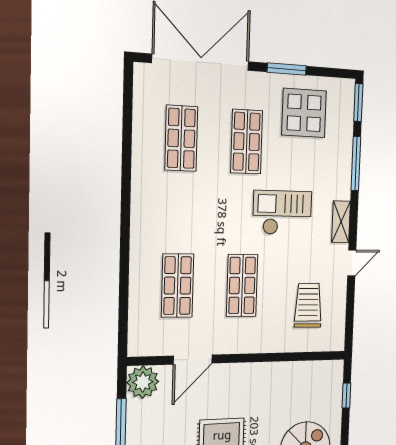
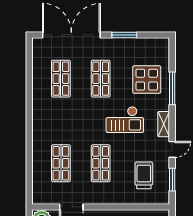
window: (358, 103) -> (172, 180), moved
display table: (304, 113) -> (147, 80), moved
checkout: (282, 213) -> (125, 120), turned 180

